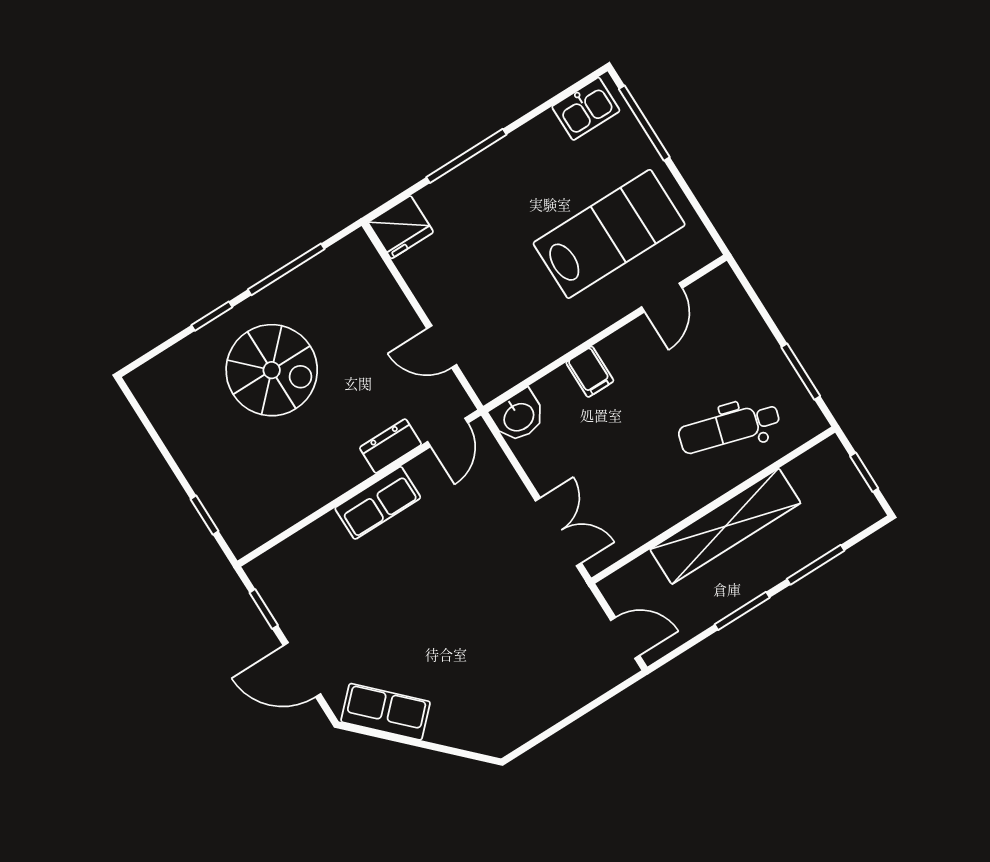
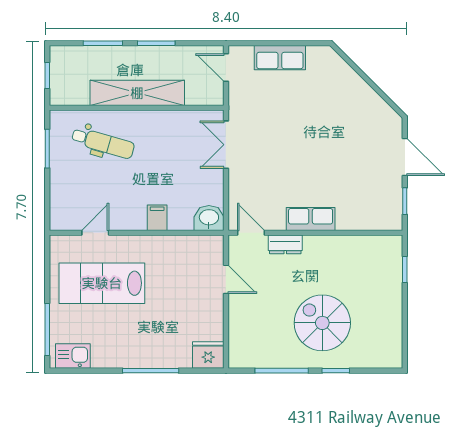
door: (448, 432) -> (251, 233), hinge flipped
row of seats: (386, 712) -> (280, 58), moved, turned -45

